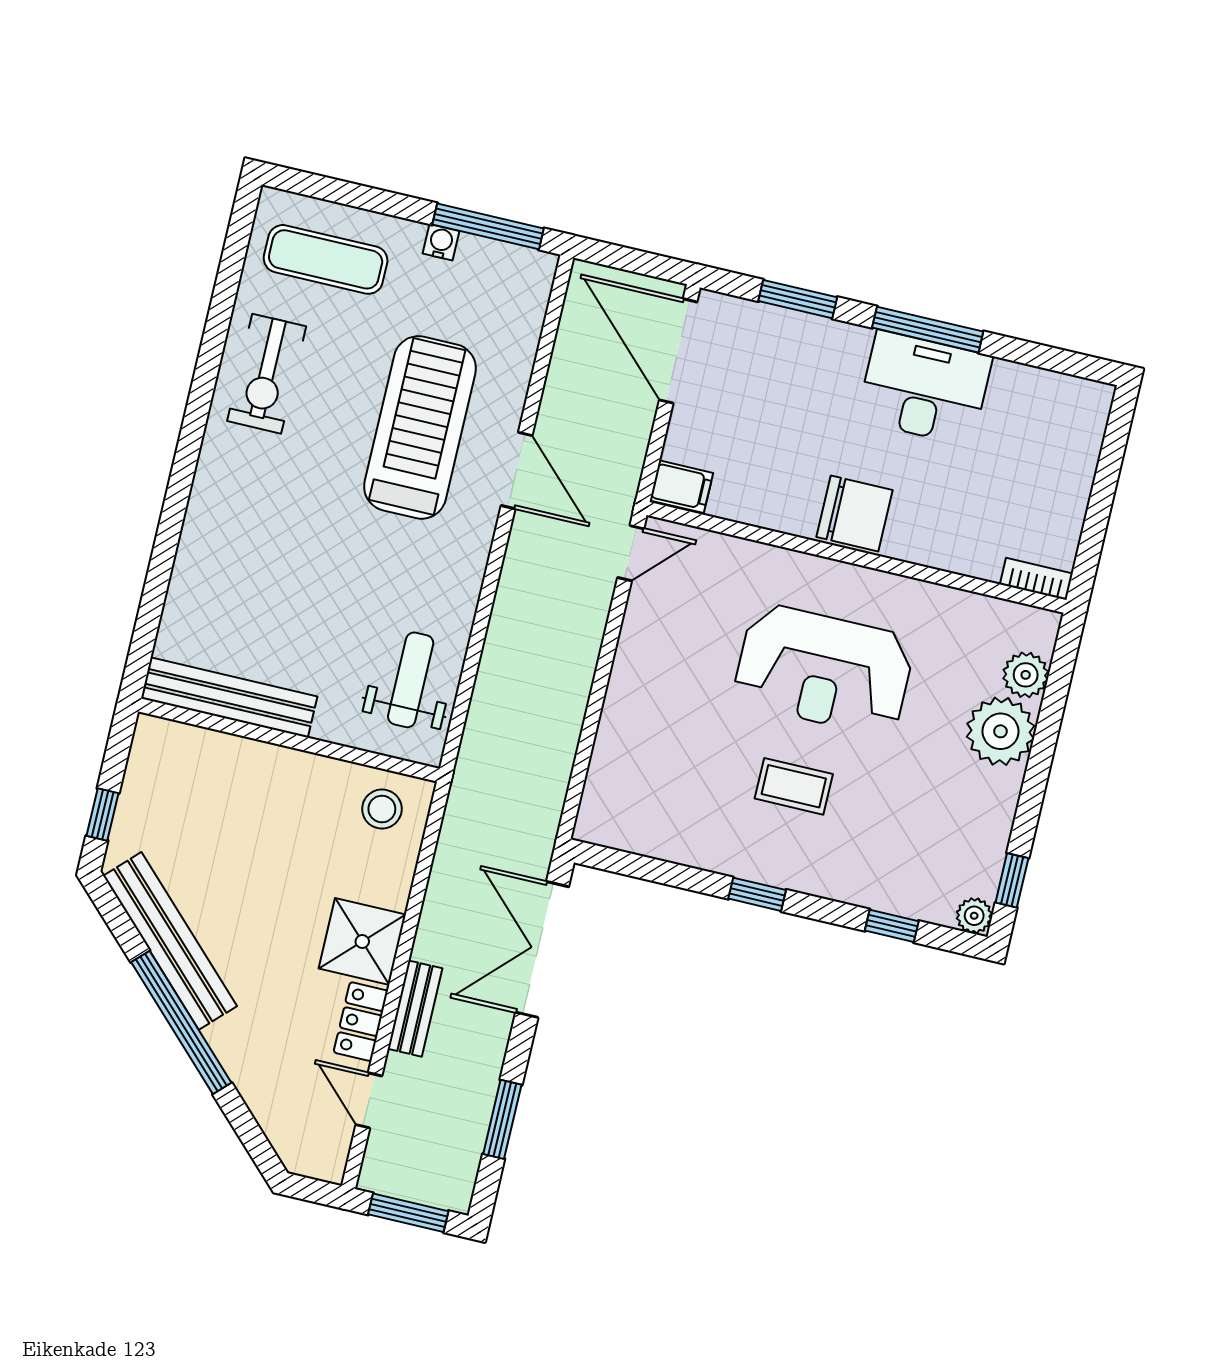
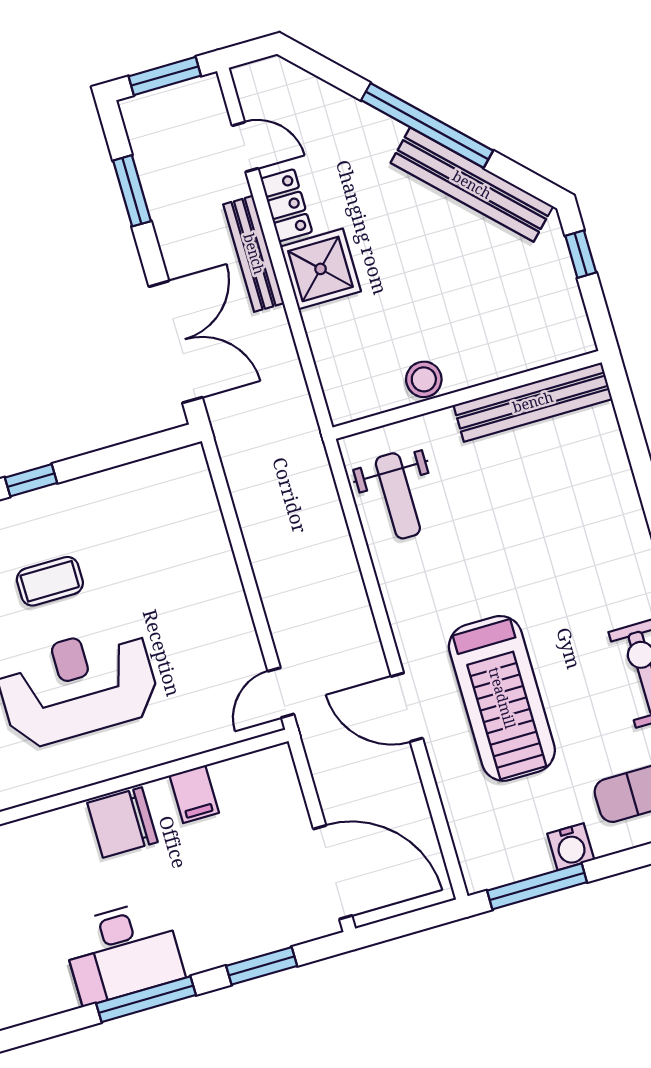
water cooler: (441, 242) -> (571, 847), width x1.38, depth x1.38
filing cabinet: (681, 487) -> (194, 794), moved, turned -90
stool: (382, 809) -> (424, 379), moved
bench: (415, 1009) -> (254, 254), width x1.36

